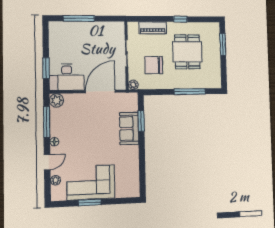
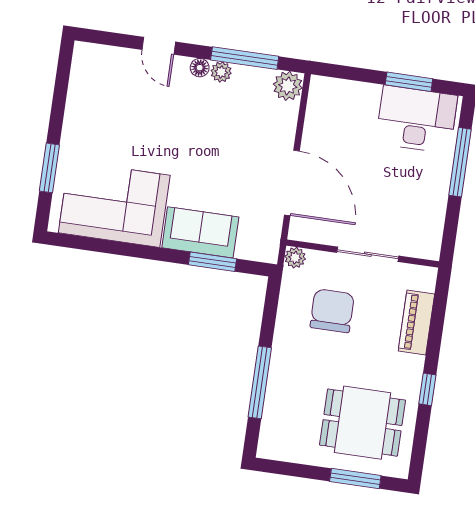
dining table: (187, 52) -> (362, 423), moved
window: (46, 68) -> (409, 82), moved
desk: (67, 77) -> (416, 119), moved, turned 90
plant: (55, 180) -> (221, 72), moved
corner sofa: (91, 182) -> (114, 204), moved, turned -90
window: (90, 202) -> (49, 168), moved

